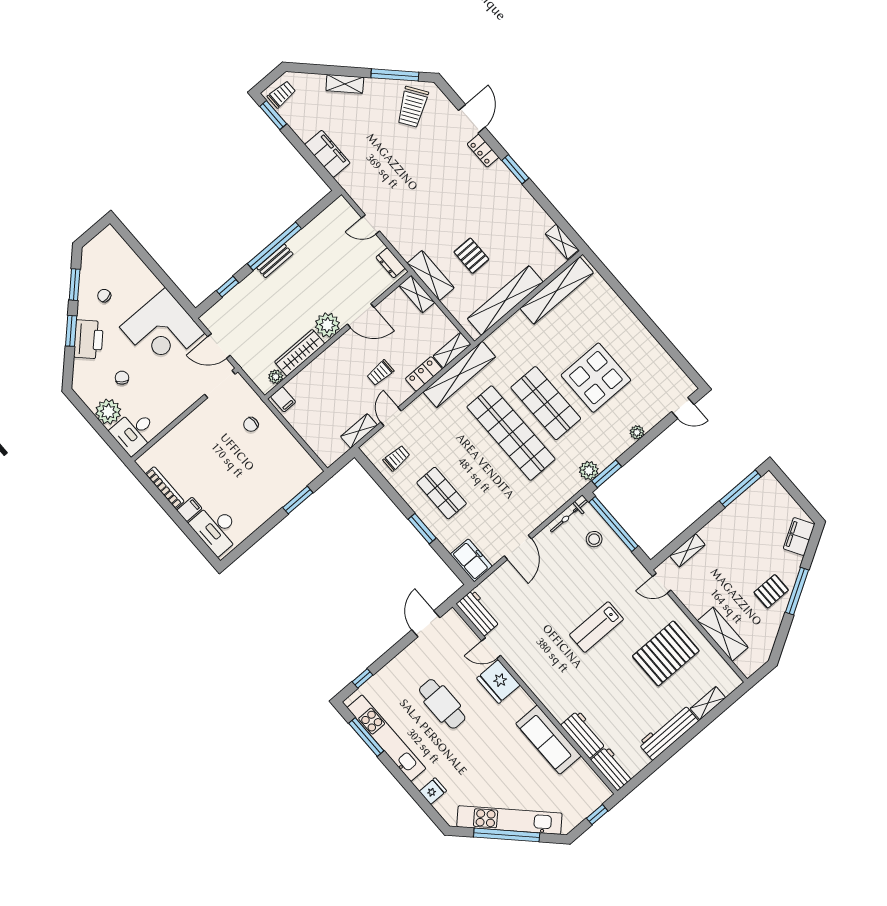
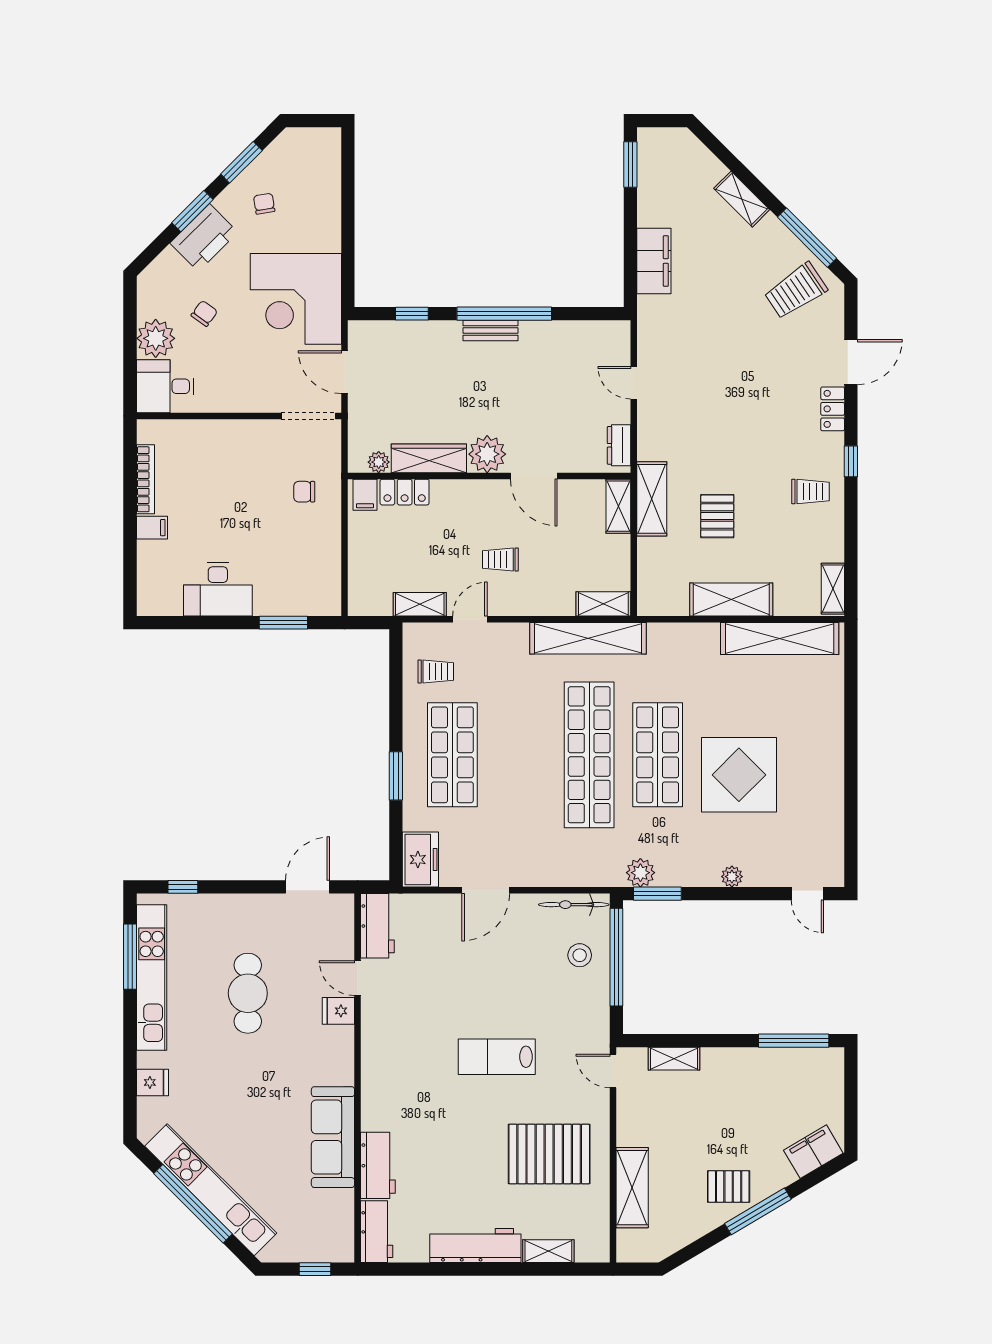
trolley: (282, 94) -> (811, 491), moved
window: (515, 169) -> (851, 461), width x0.67
shelving: (505, 300) -> (731, 600), width x0.68
locker: (424, 374) -> (405, 492), moved, turned 180
shop shelf: (442, 493) -> (452, 755), width x1.43, depth x1.36
desk: (216, 529) -> (218, 589), moved, turned -90
fridge: (498, 682) -> (338, 1011), width x0.53, depth x0.75

